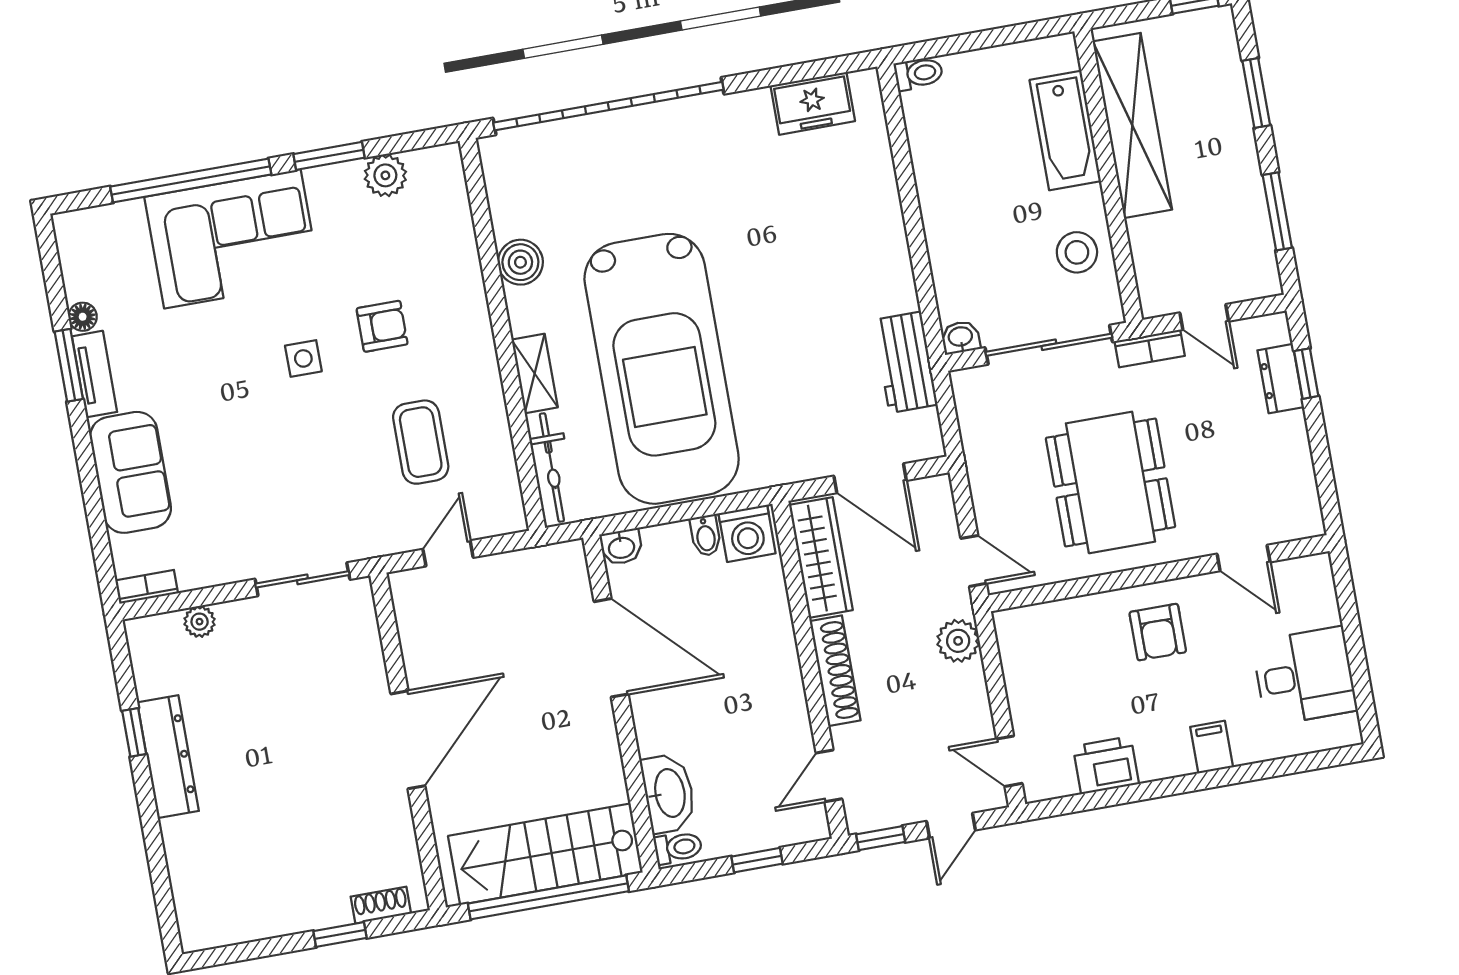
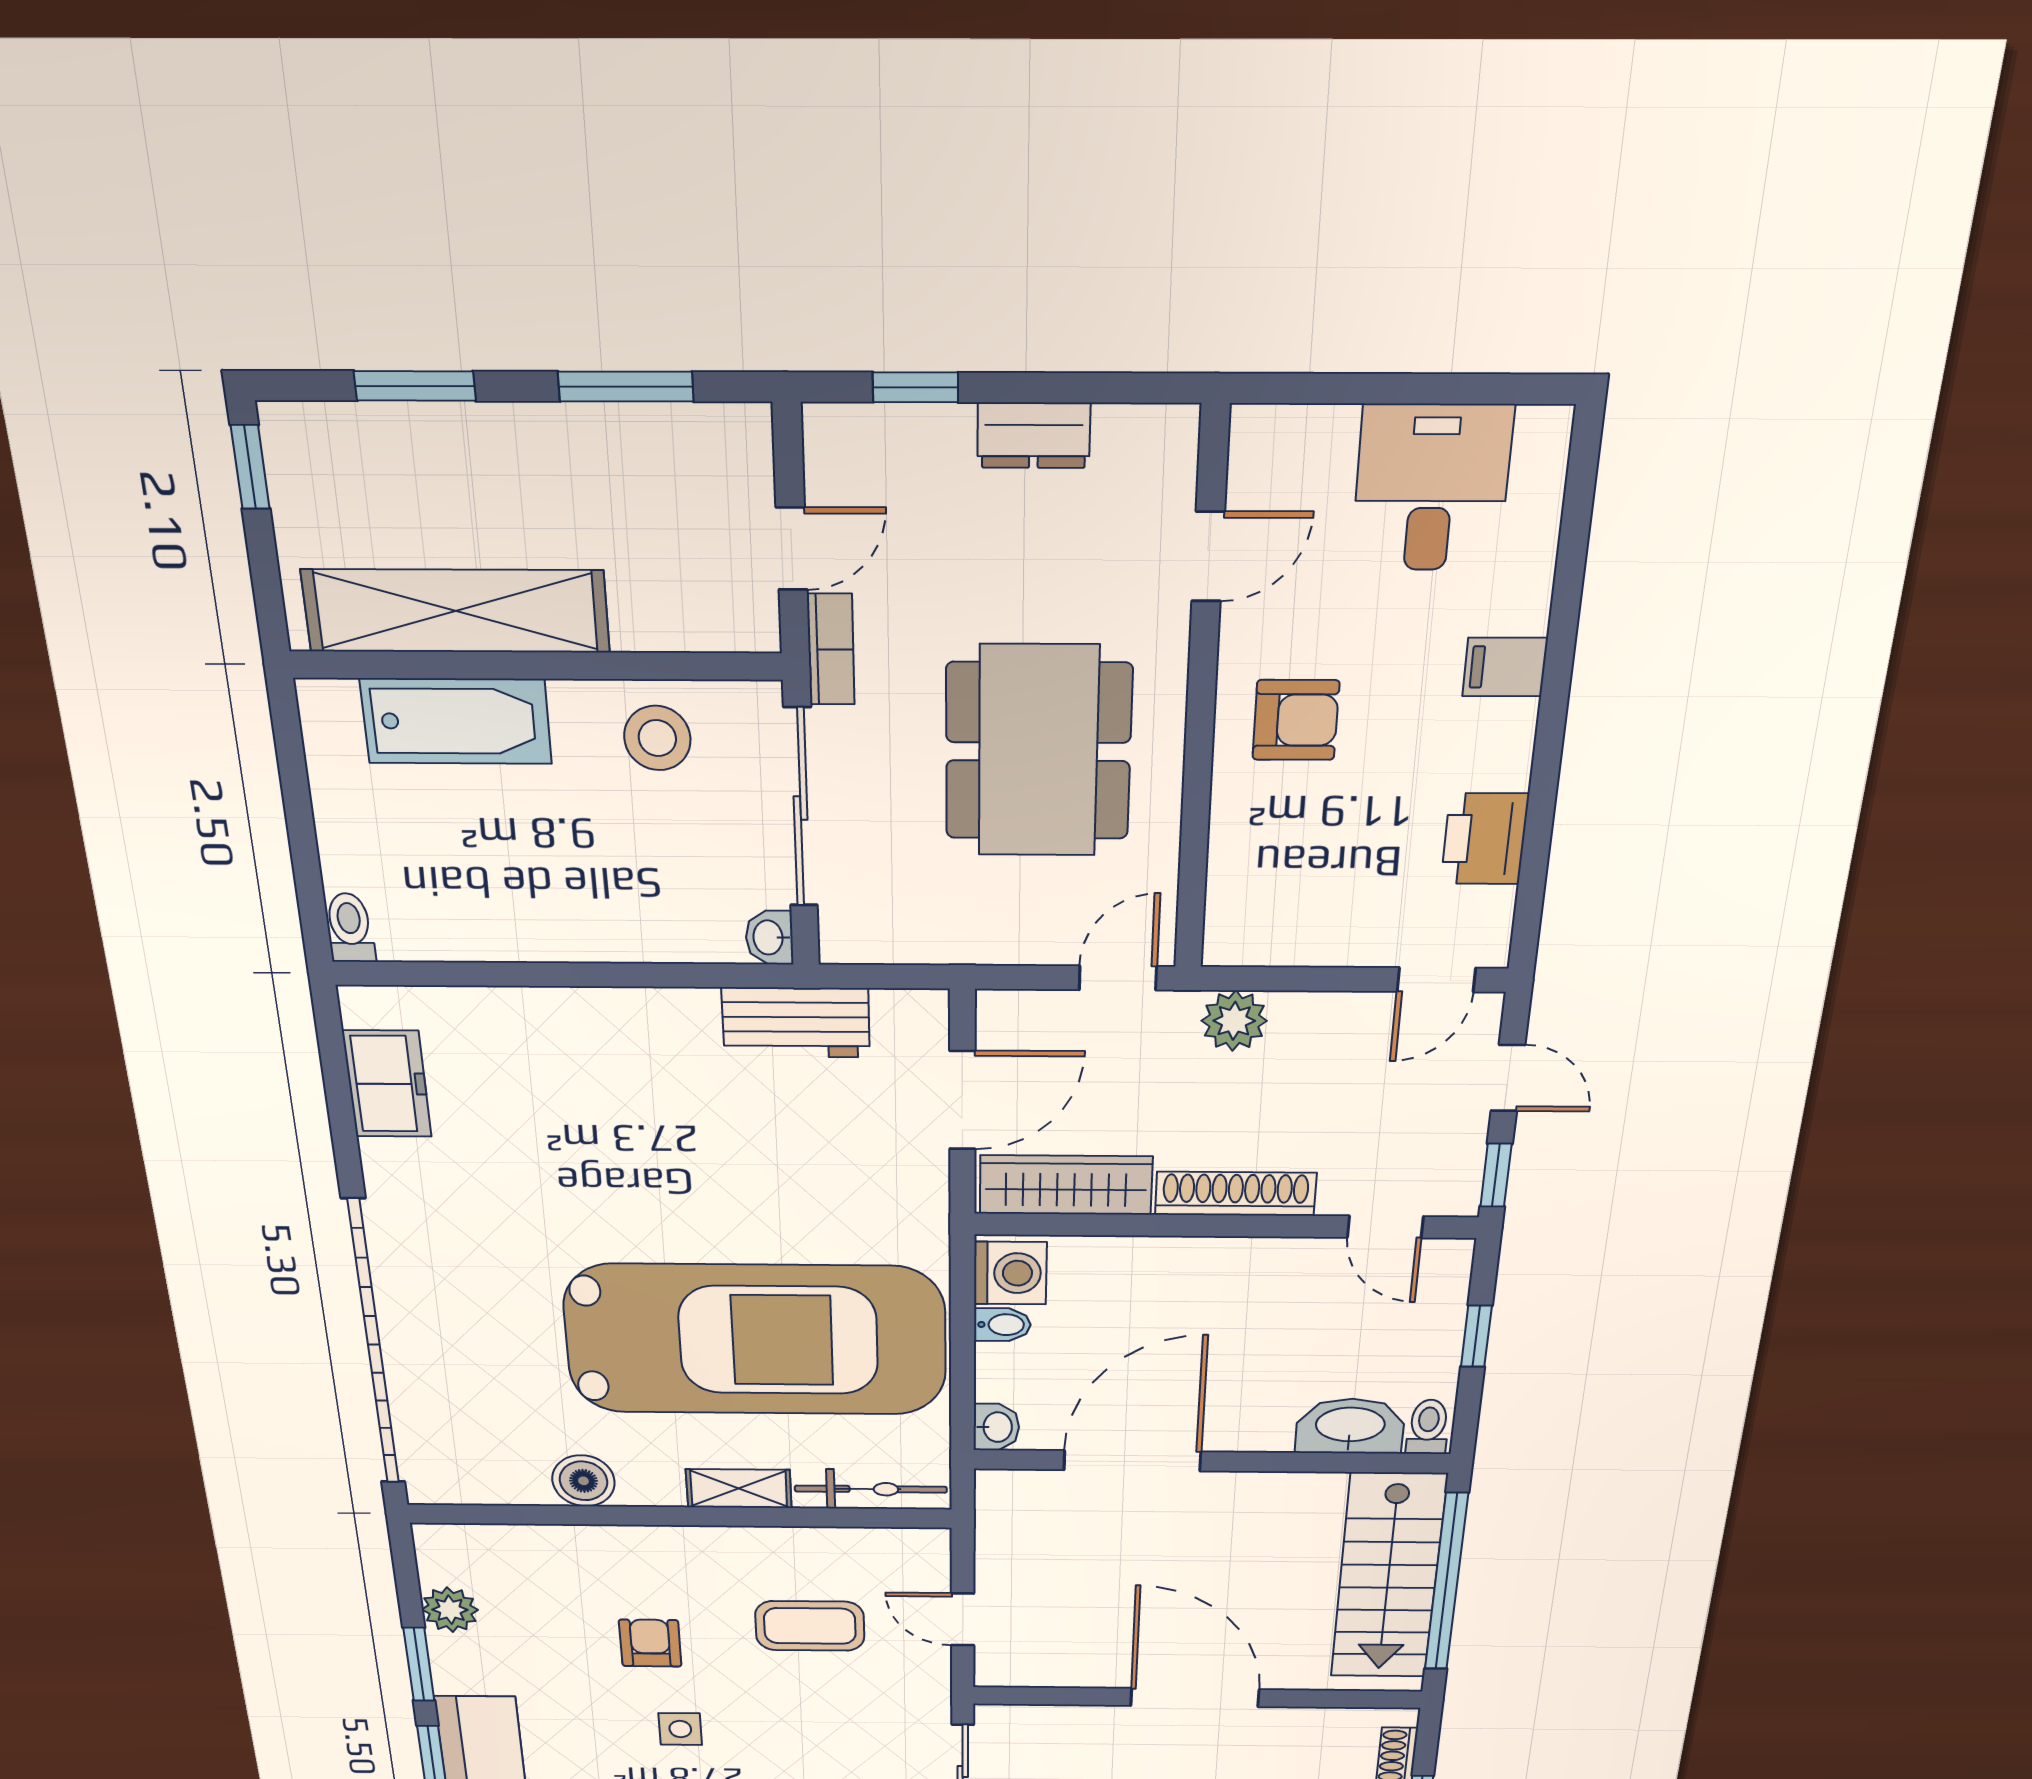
dresser: (1281, 379) -> (1034, 435), moved
dining table: (1110, 482) -> (1038, 752), turned 90

